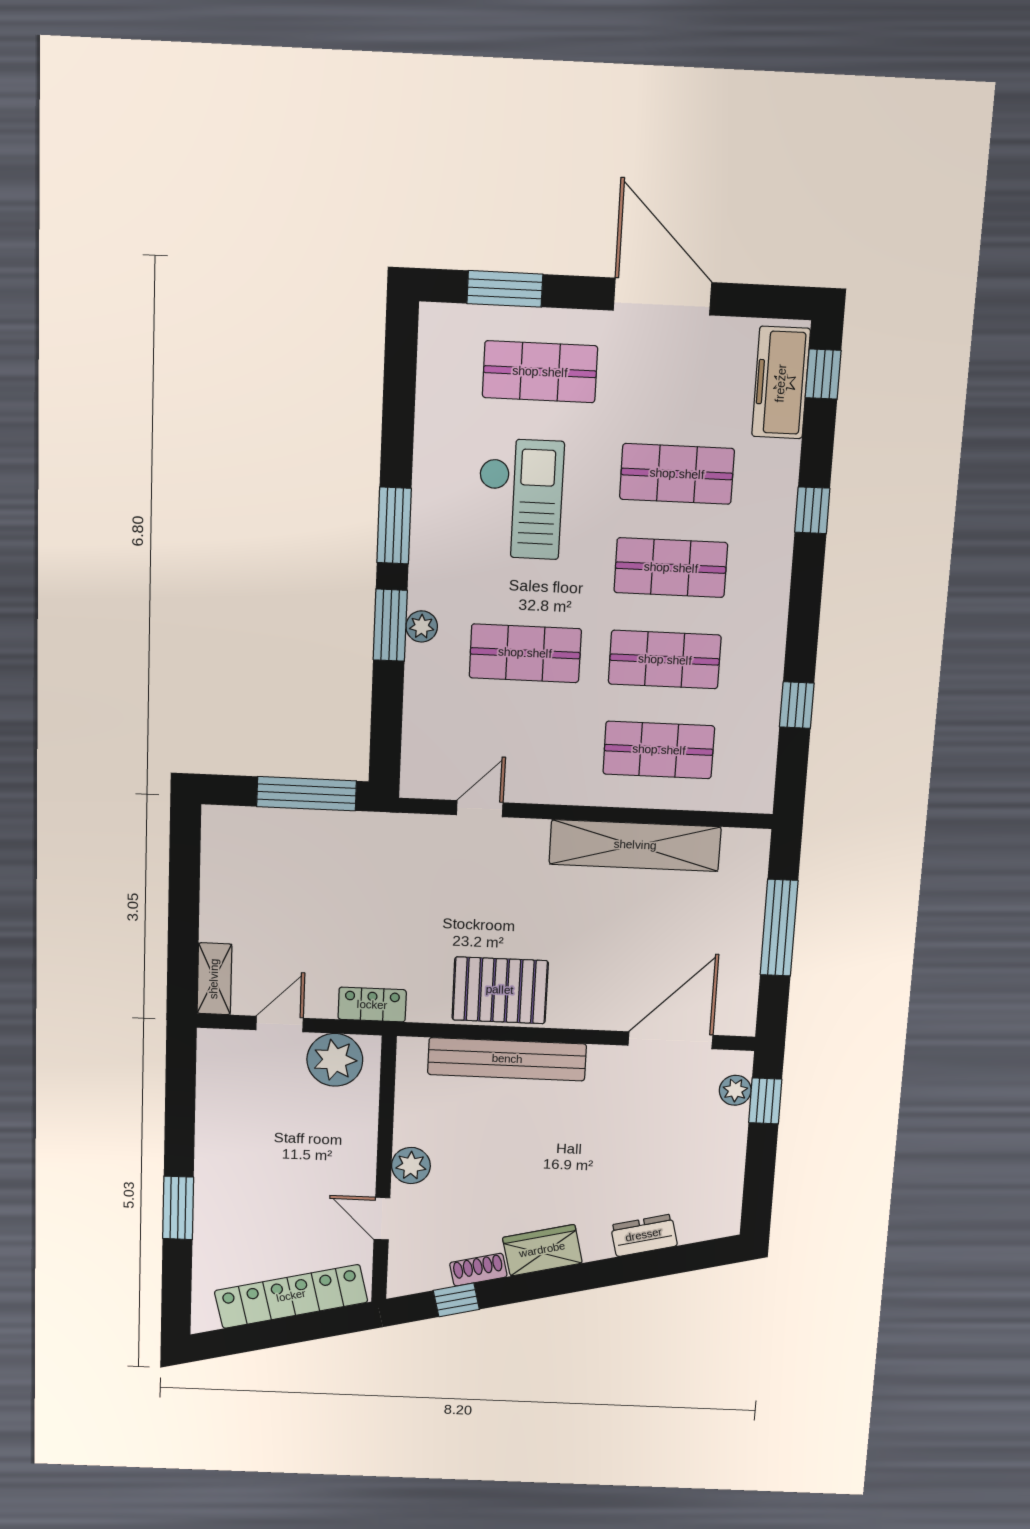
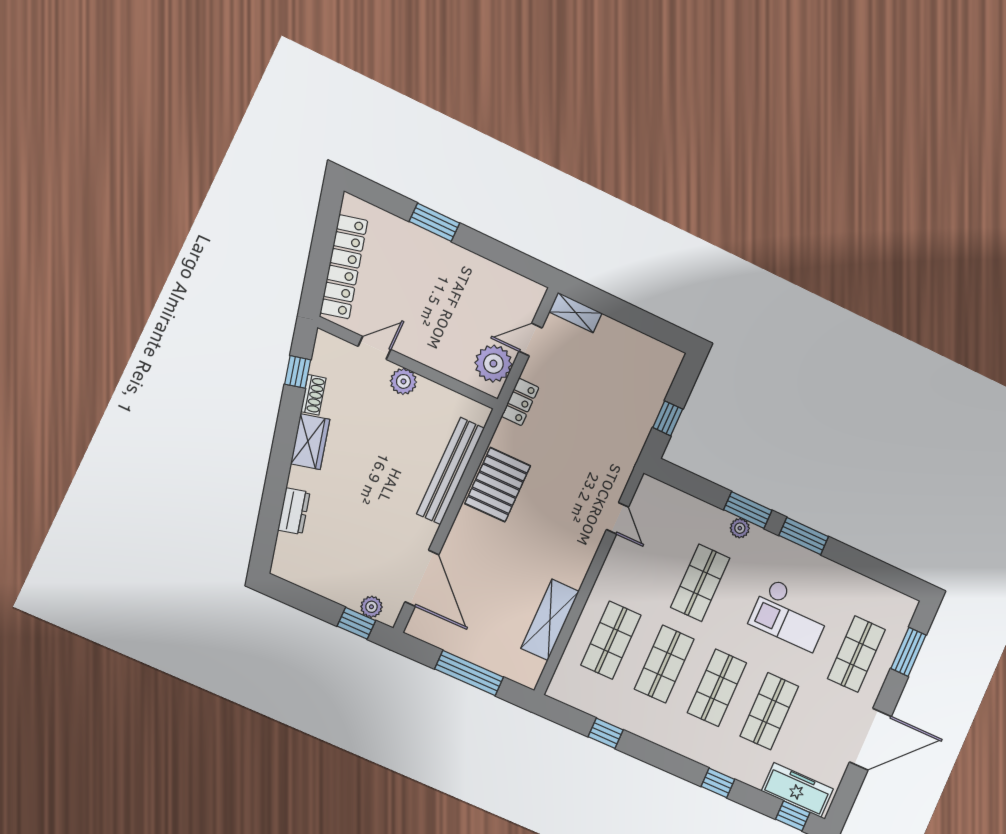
window: (307, 794) -> (668, 418), width x0.46
shelving: (635, 845) -> (550, 620), width x0.68
door: (280, 1024) -> (531, 340), swing flipped

